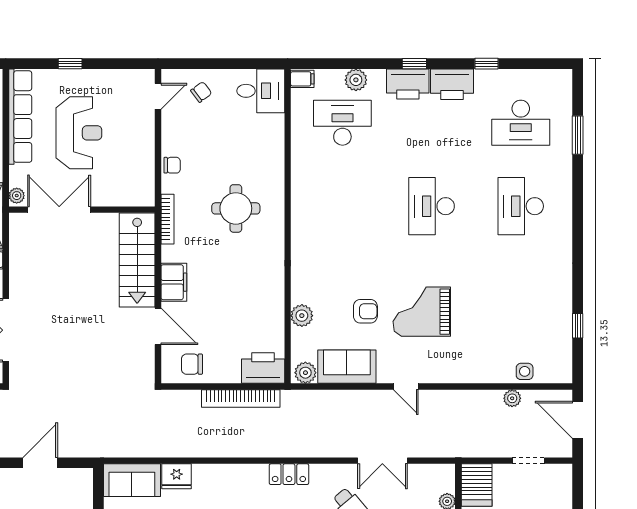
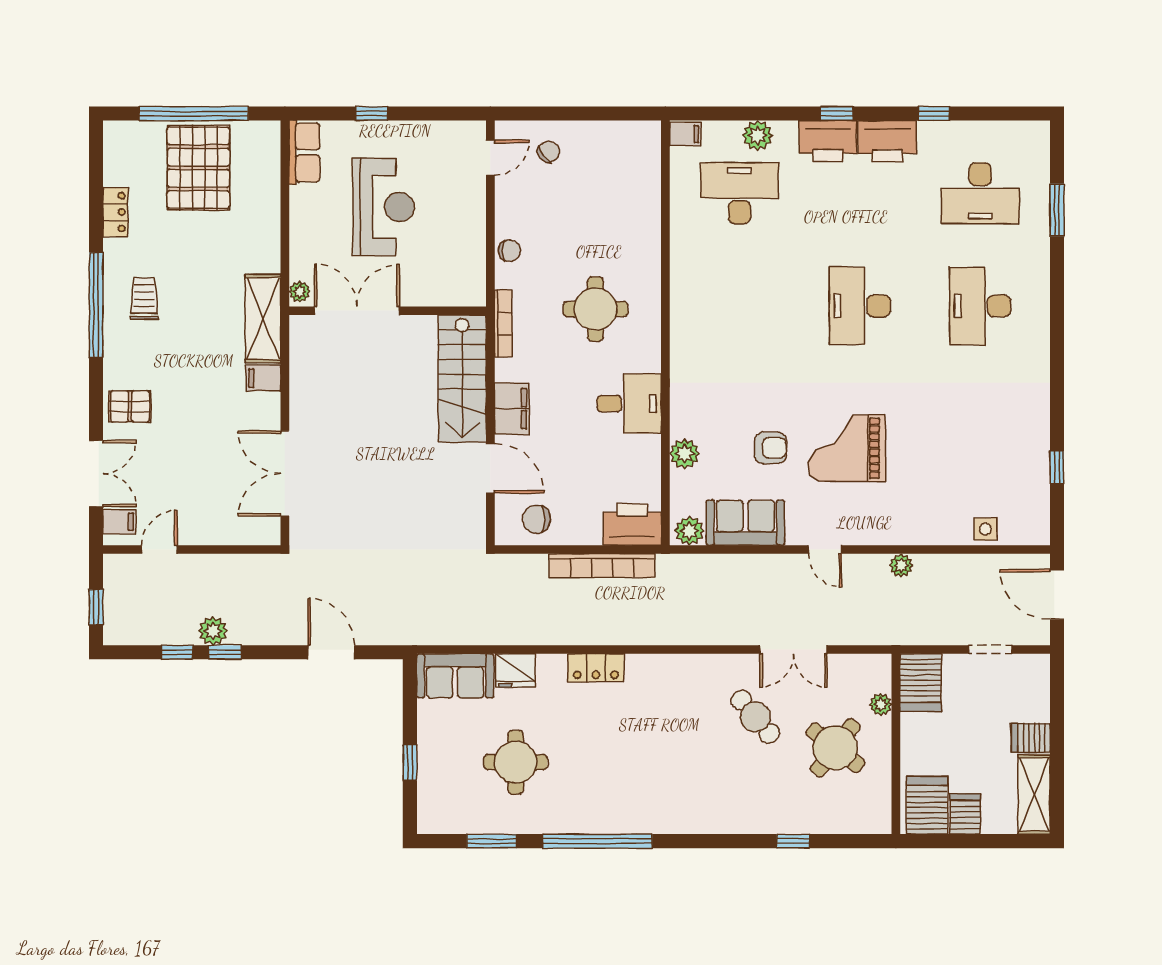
desk: (261, 91) -> (629, 404), moved
row of seats: (20, 117) -> (304, 152), width x0.50
plant: (512, 398) -> (901, 565), moved
door: (40, 463) -> (331, 652), hinge flipped
locker: (289, 474) -> (596, 668), moved

